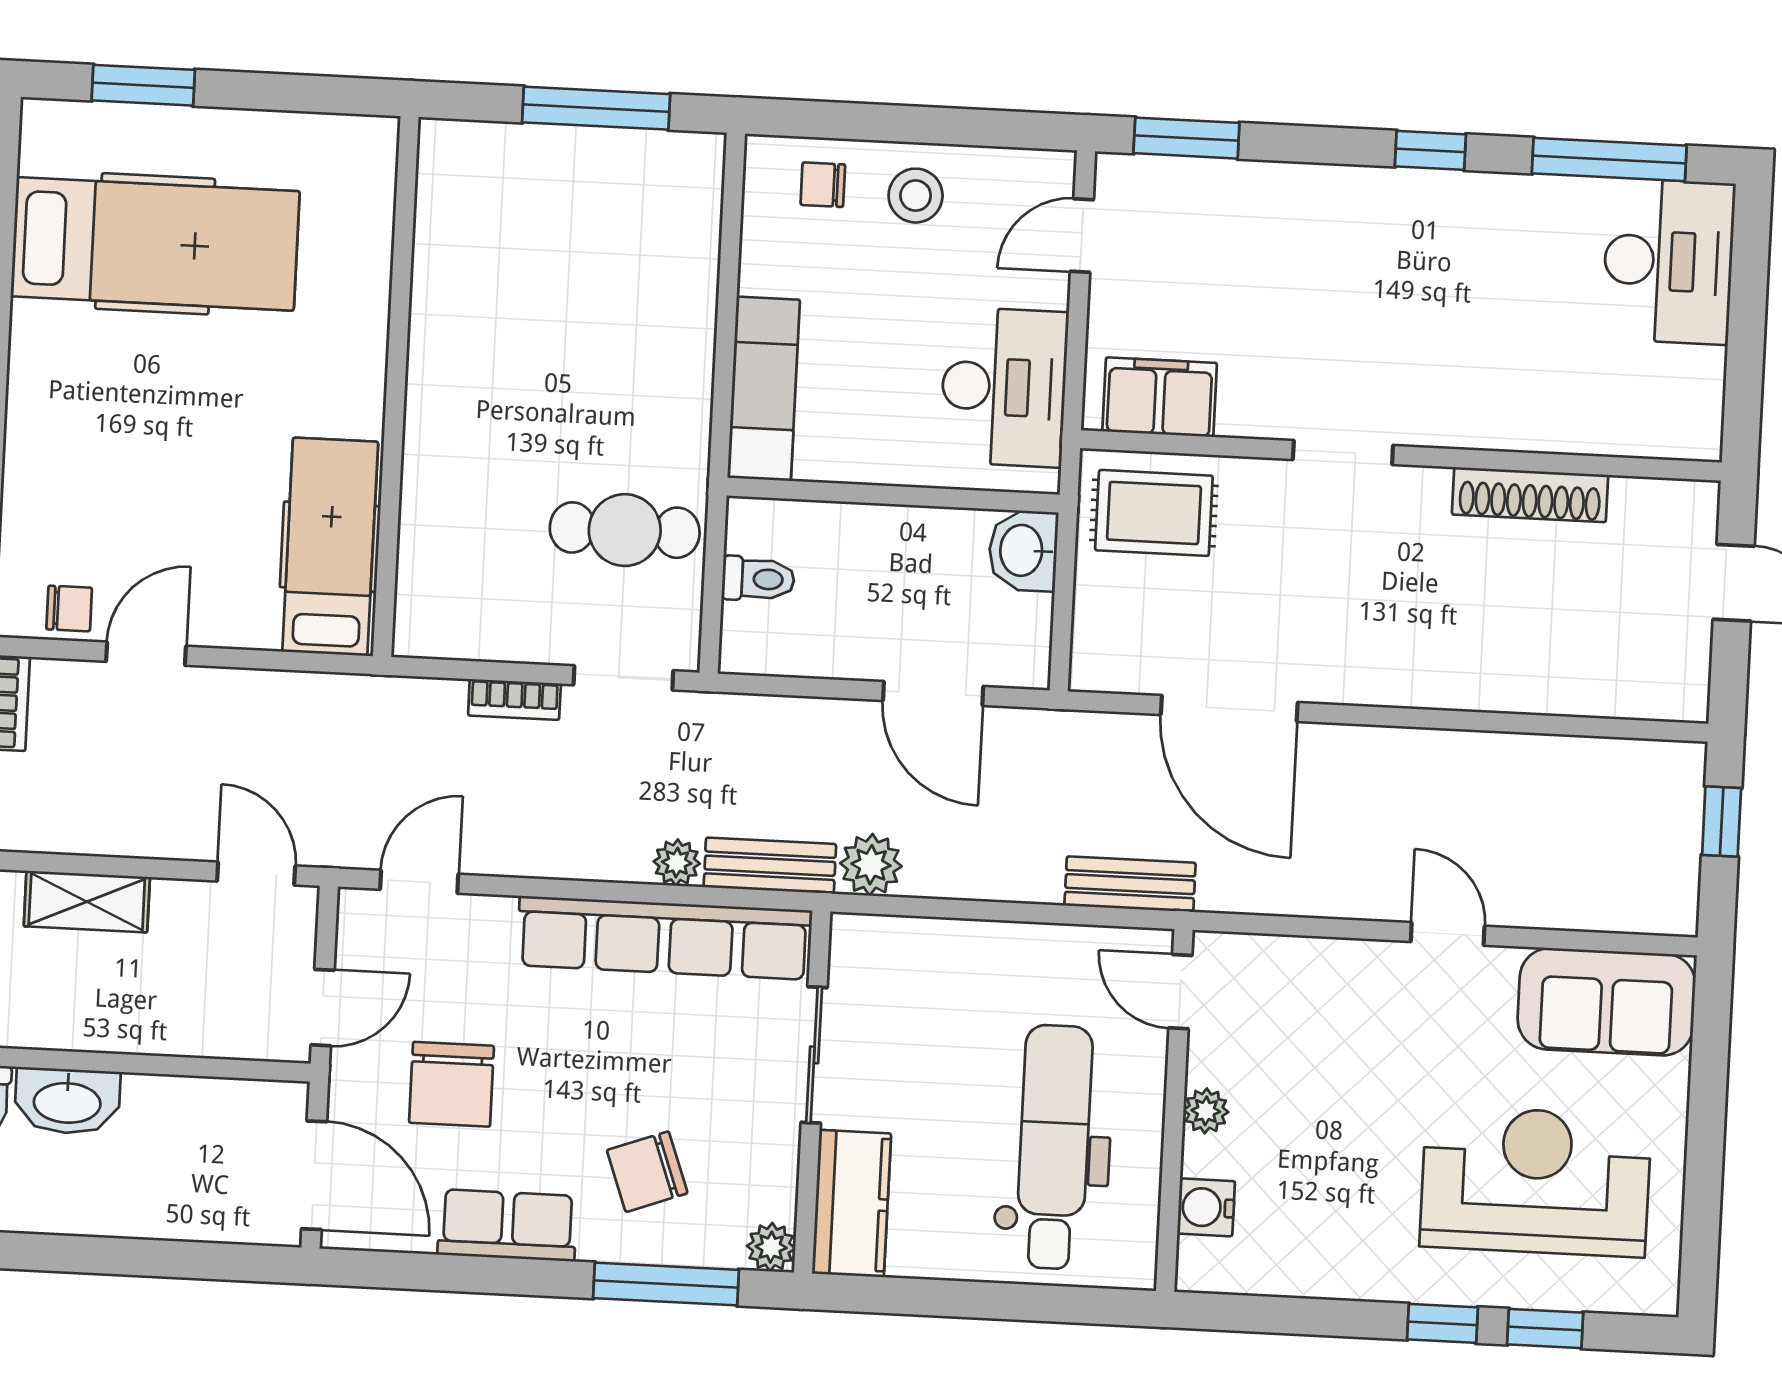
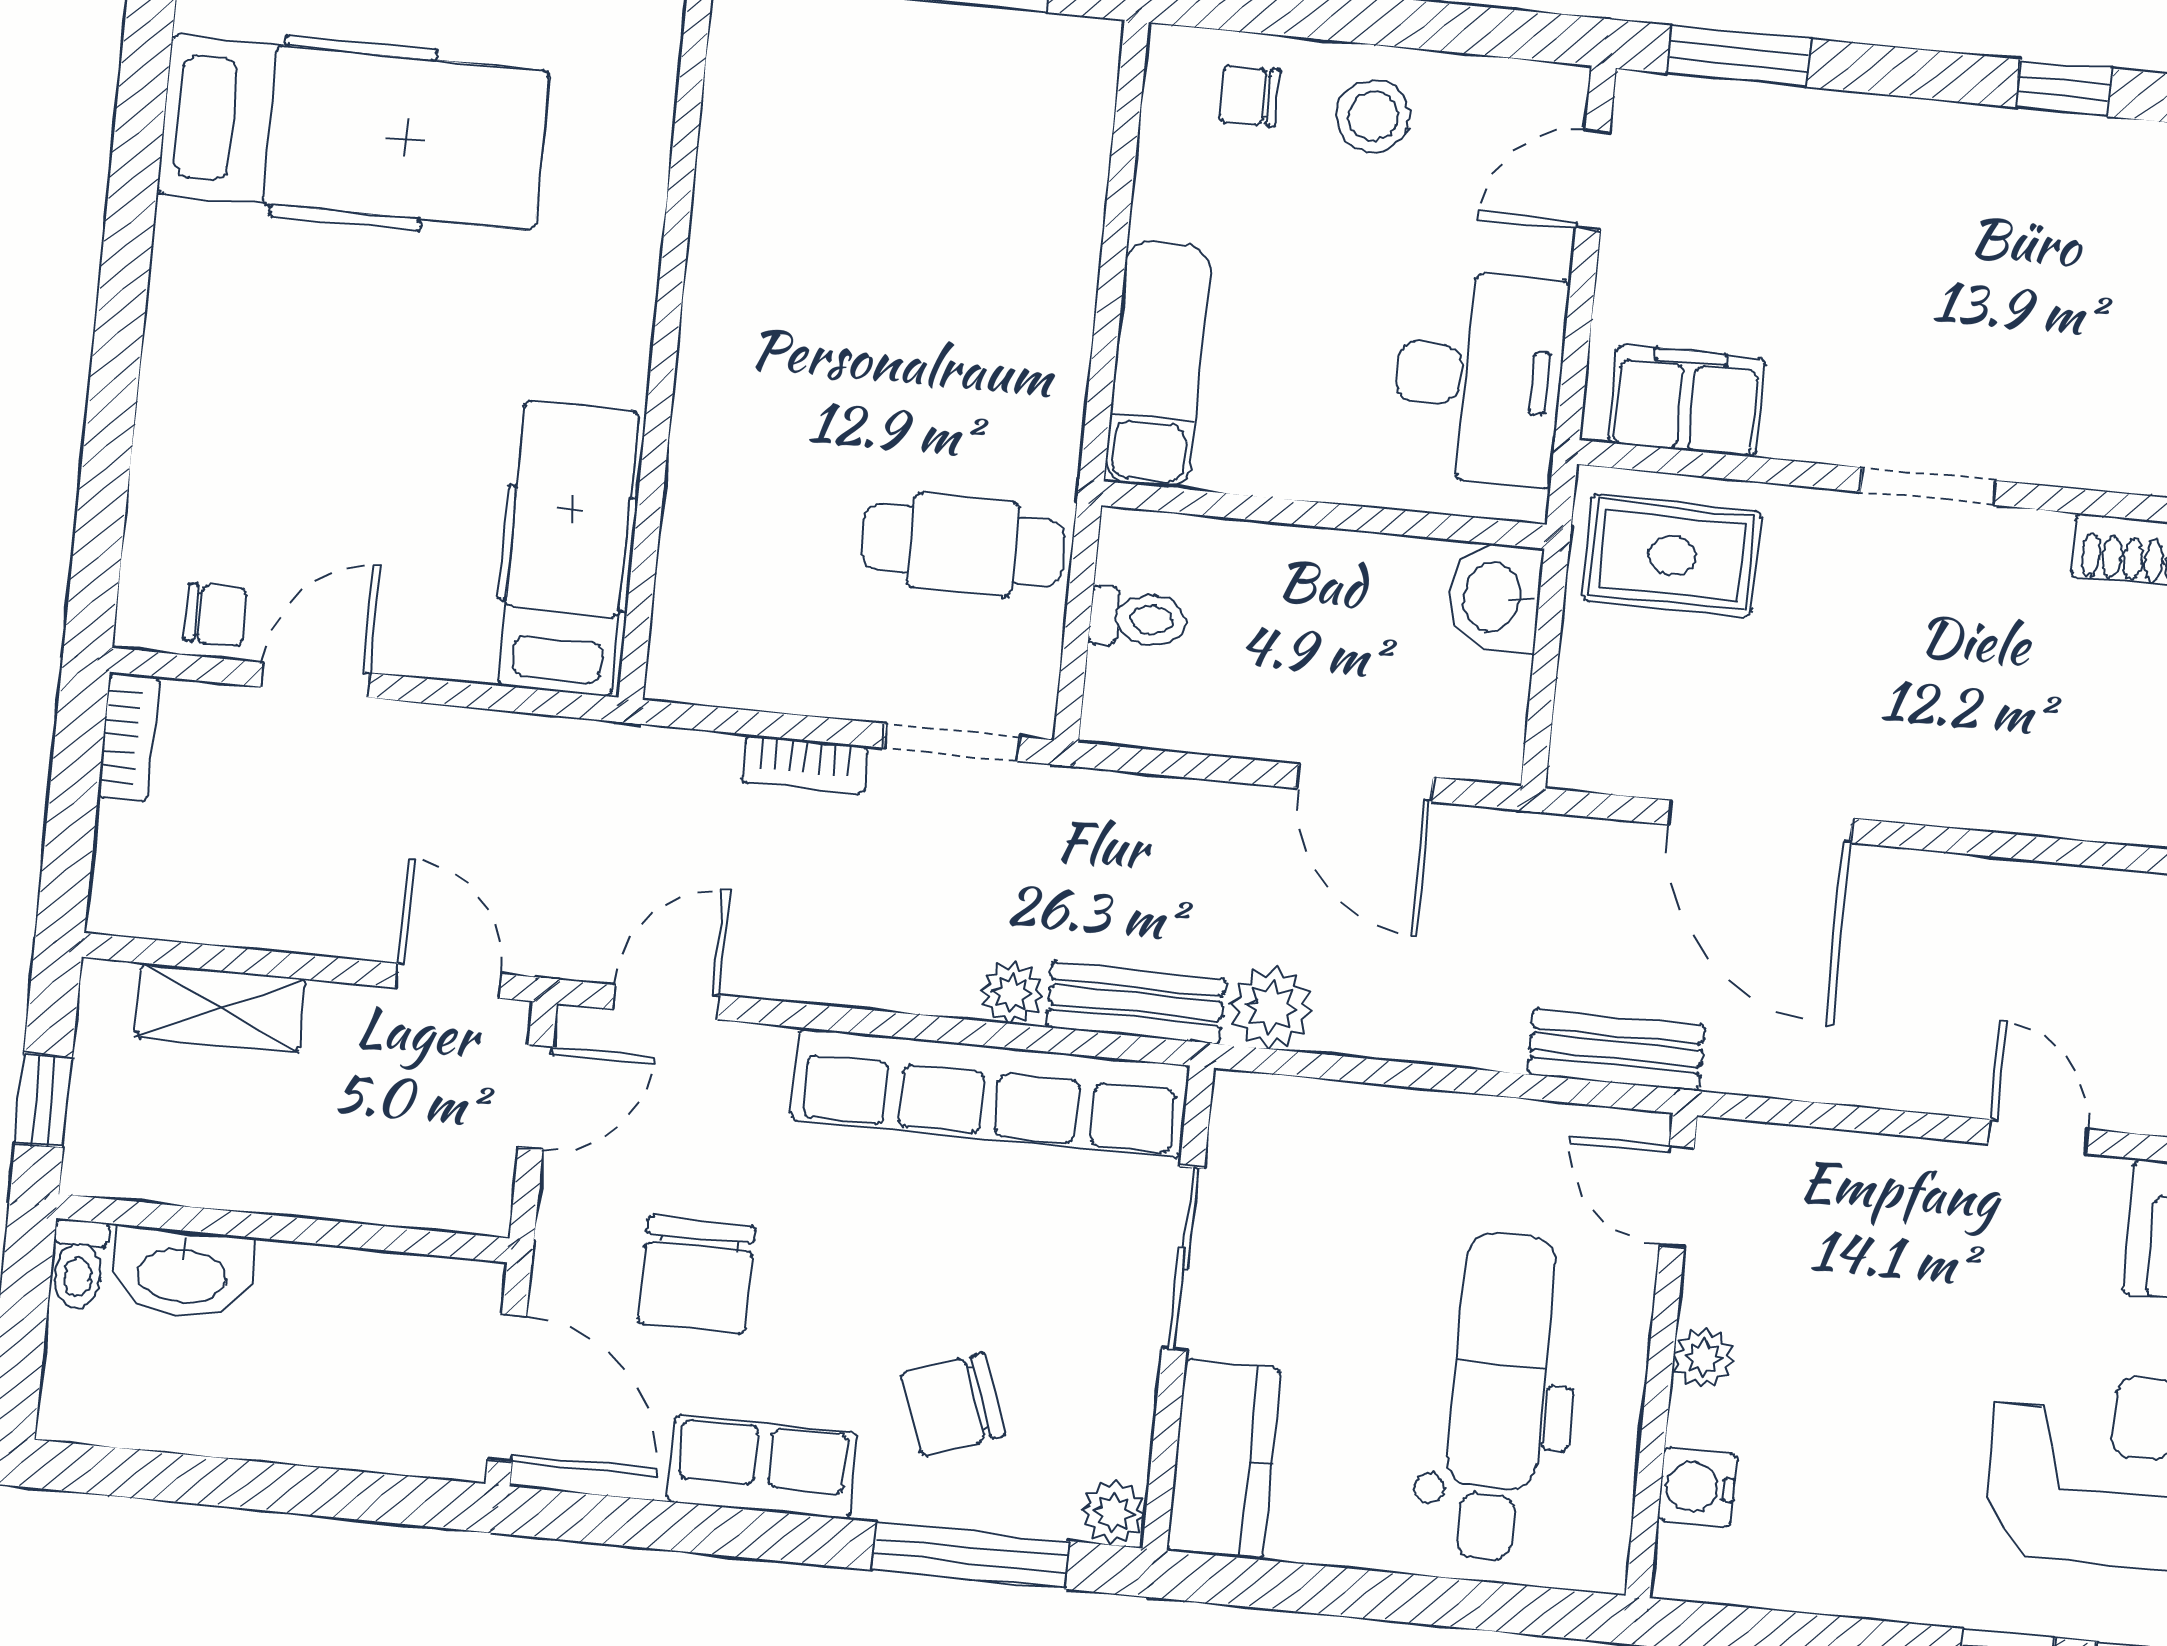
door: (323, 1008) -> (536, 1097), moved

